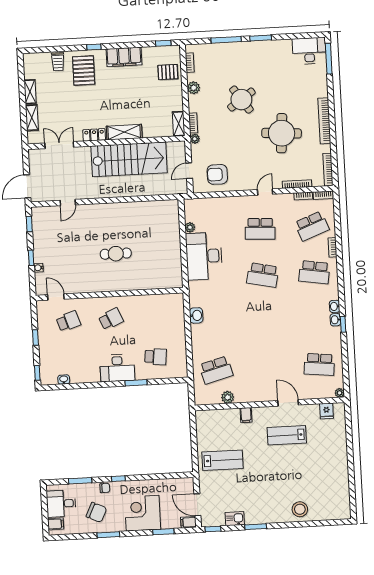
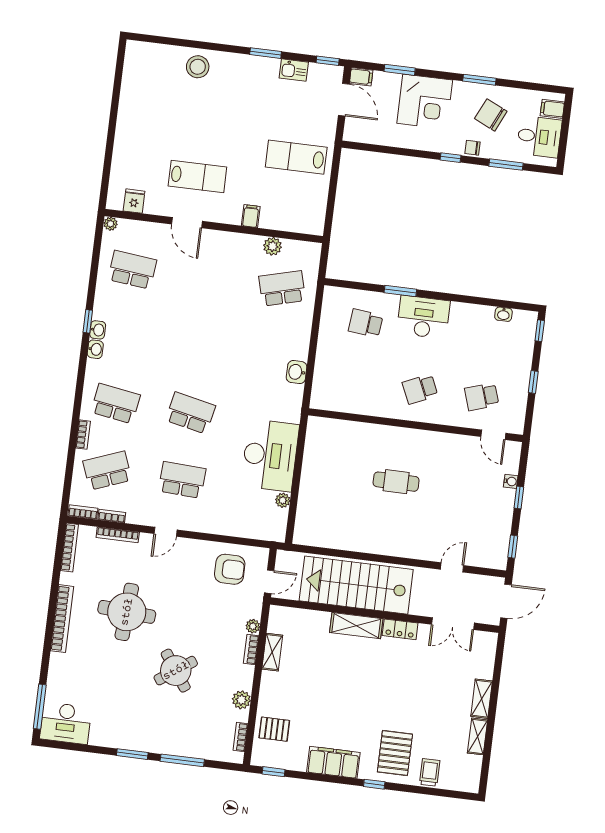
shelving: (124, 132) -> (356, 626), moved
locker: (94, 135) -> (400, 629), moved
wall: (106, 143) -> (385, 615), moved
double door: (59, 145) -> (453, 624), moved
stairs: (129, 159) -> (356, 585), moved

